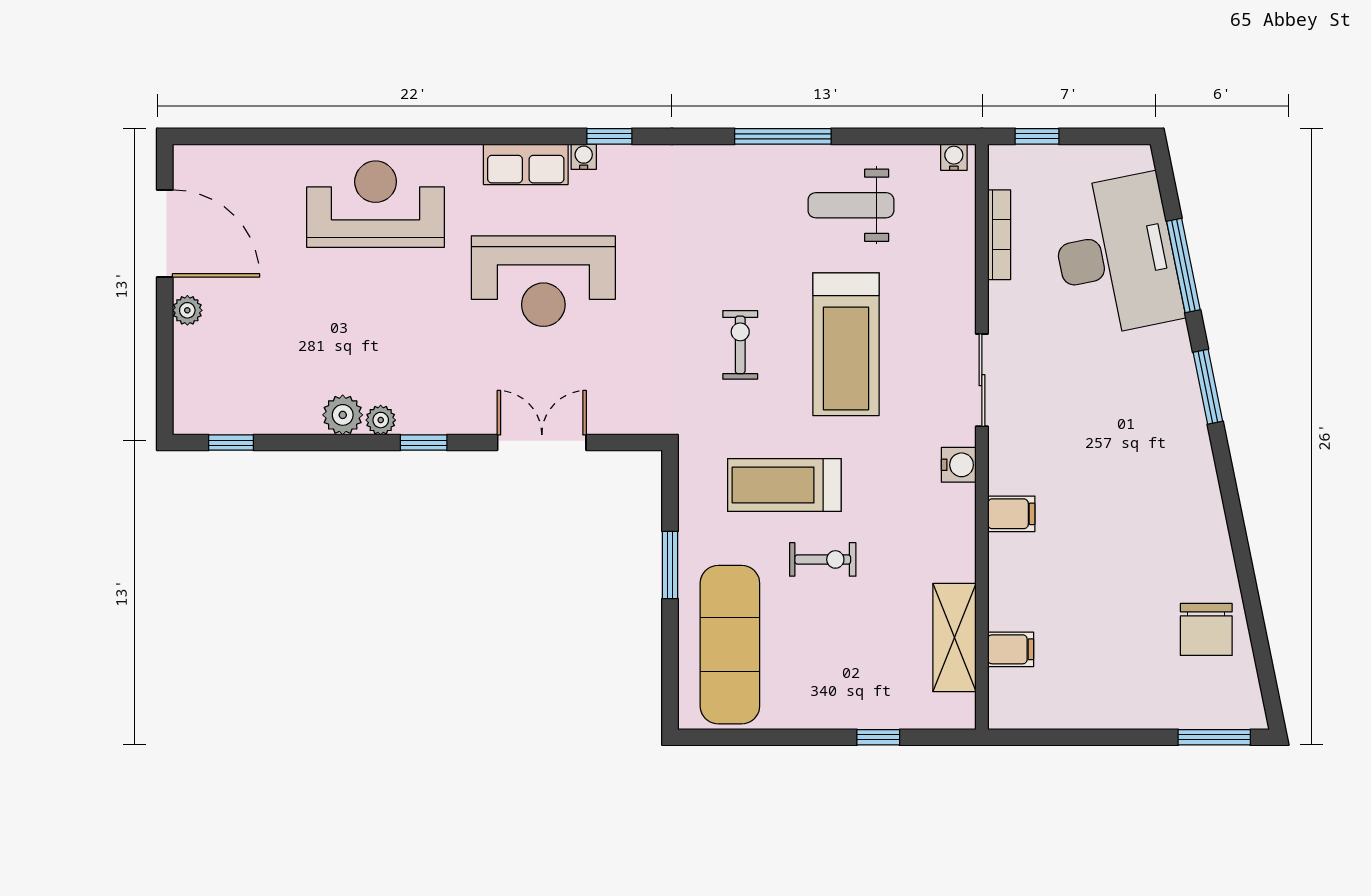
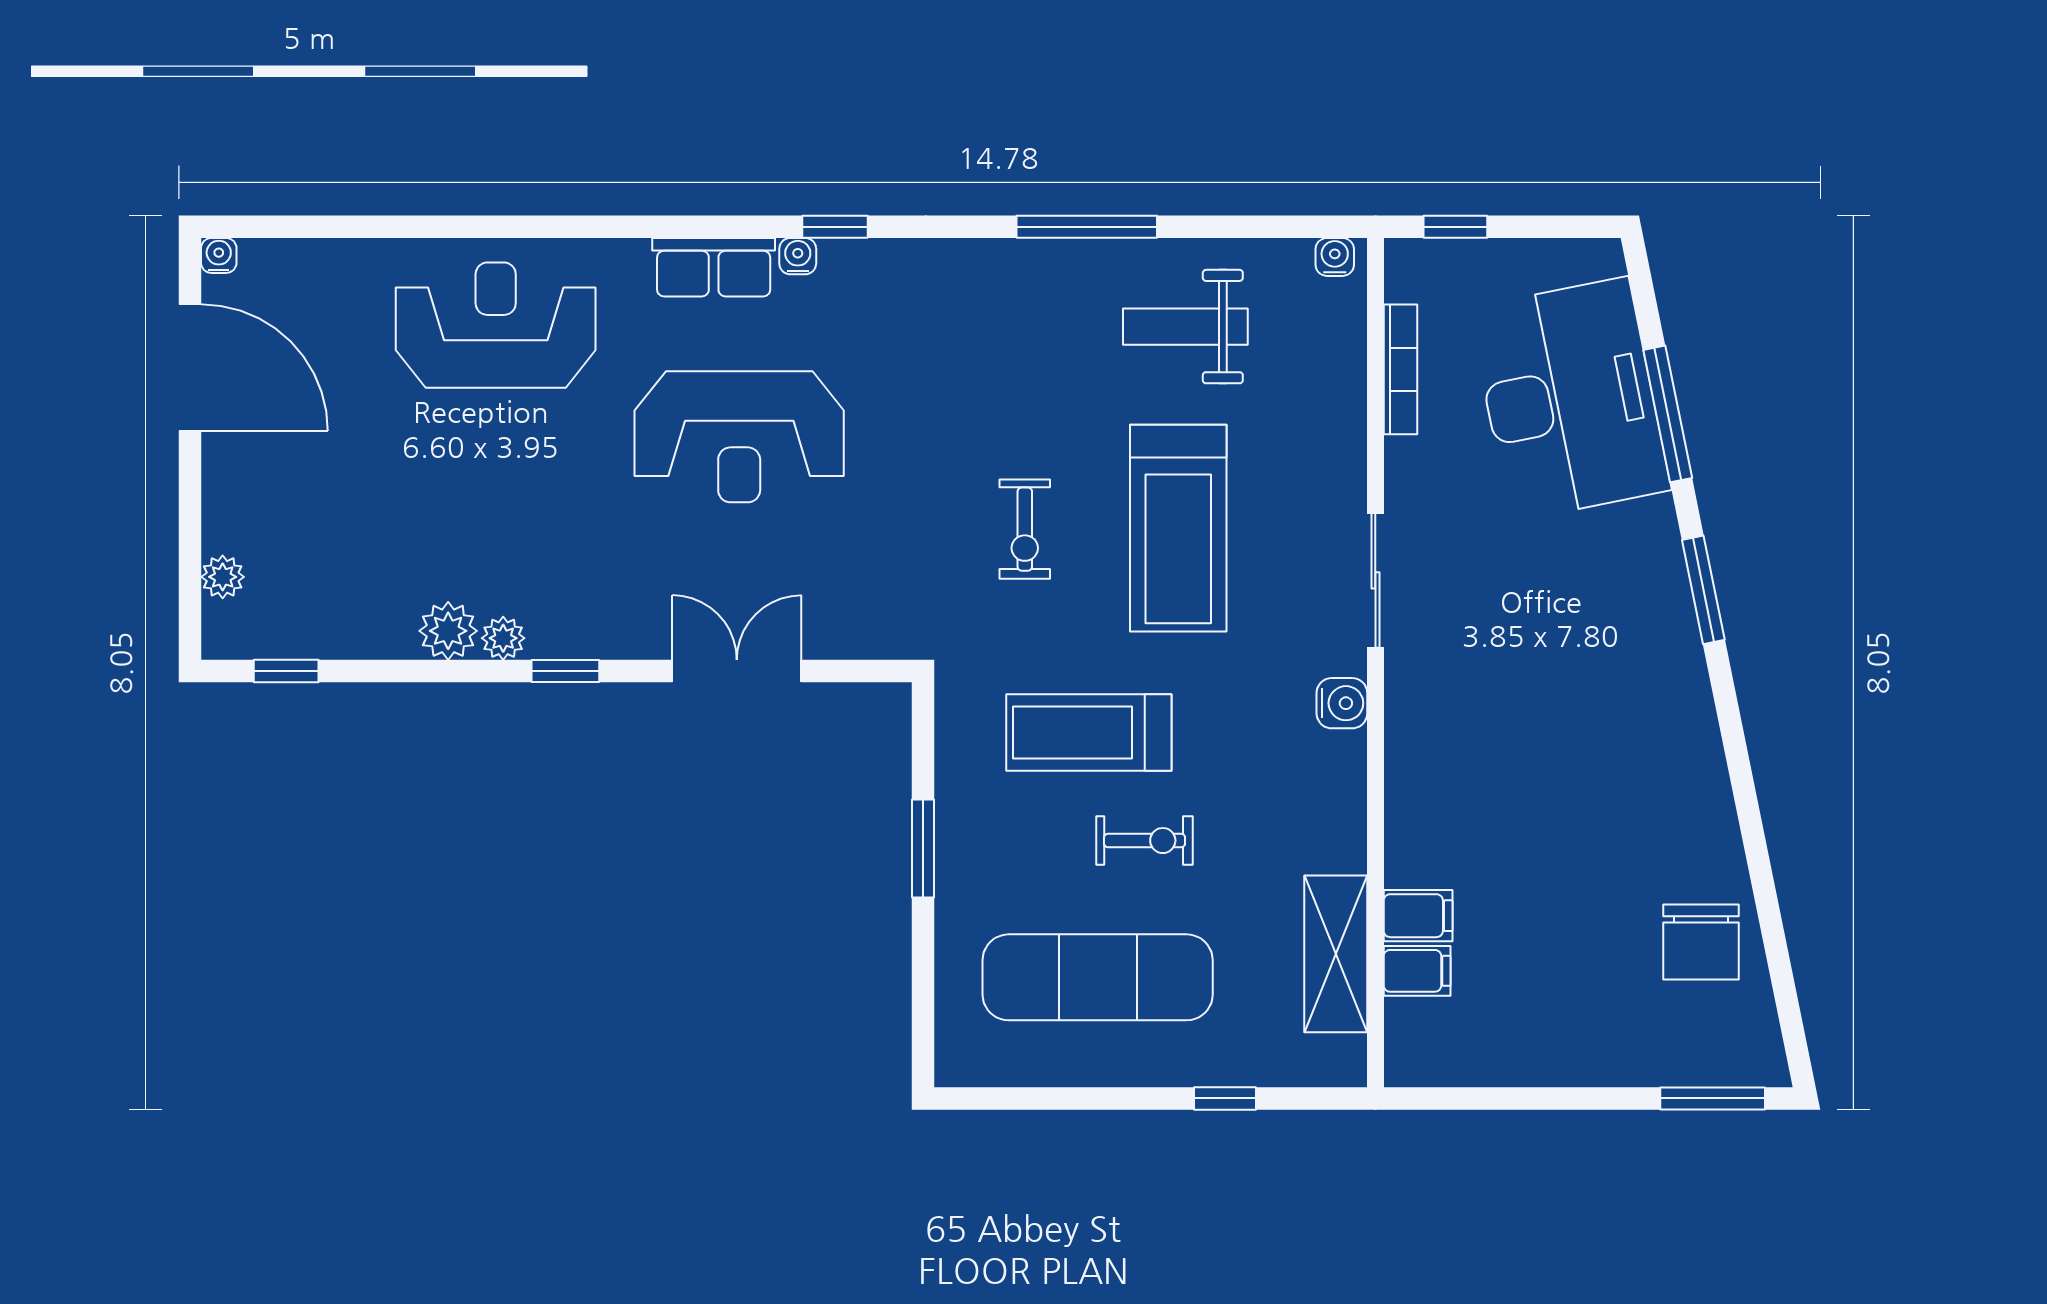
water cooler: (185, 156) -> (219, 255), added
plant: (187, 310) -> (223, 577), moved
exercise bike: (740, 345) -> (1025, 529), turned 180
filing cabinet: (1011, 514) -> (1418, 916), moved
exercise mat: (730, 645) -> (1098, 977), moved, turned 90

